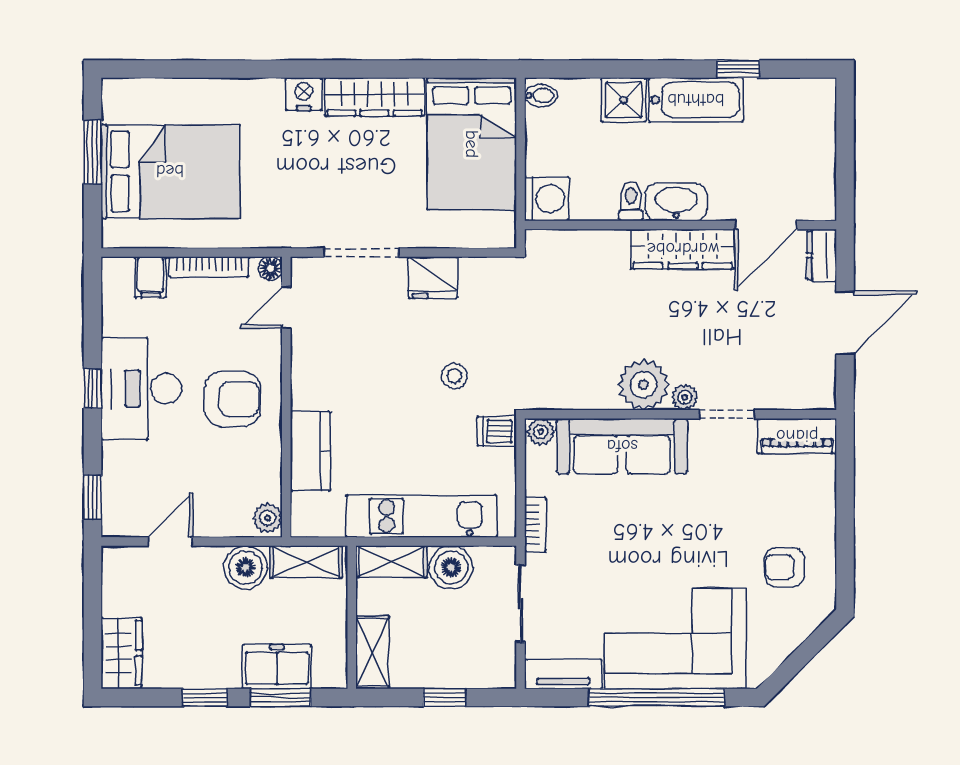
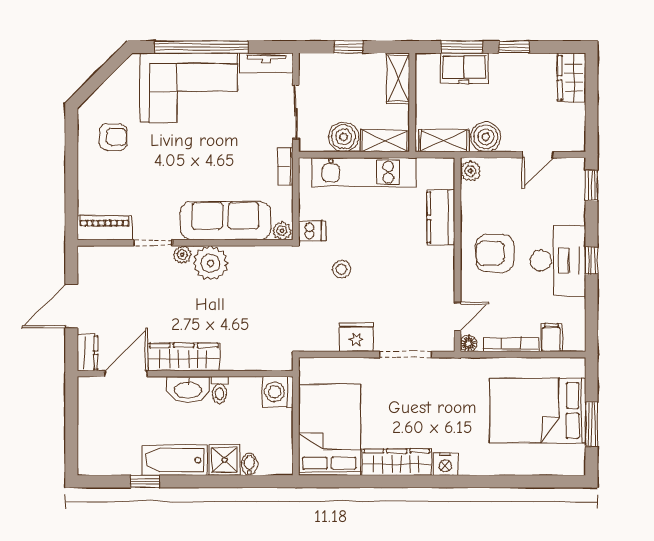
bidet: (541, 96) -> (249, 464), moved, turned 90

